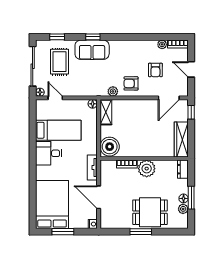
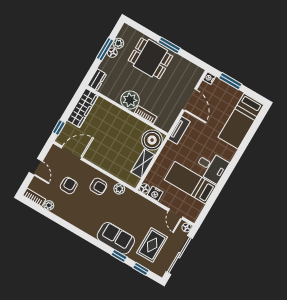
window: (93, 37) -> (119, 256), moved
nightstand: (81, 105) -> (155, 194), added
shelving: (106, 112) -> (143, 164), moved
bed: (52, 204) -> (241, 121), width x0.67
window: (63, 232) -> (230, 81), moved

